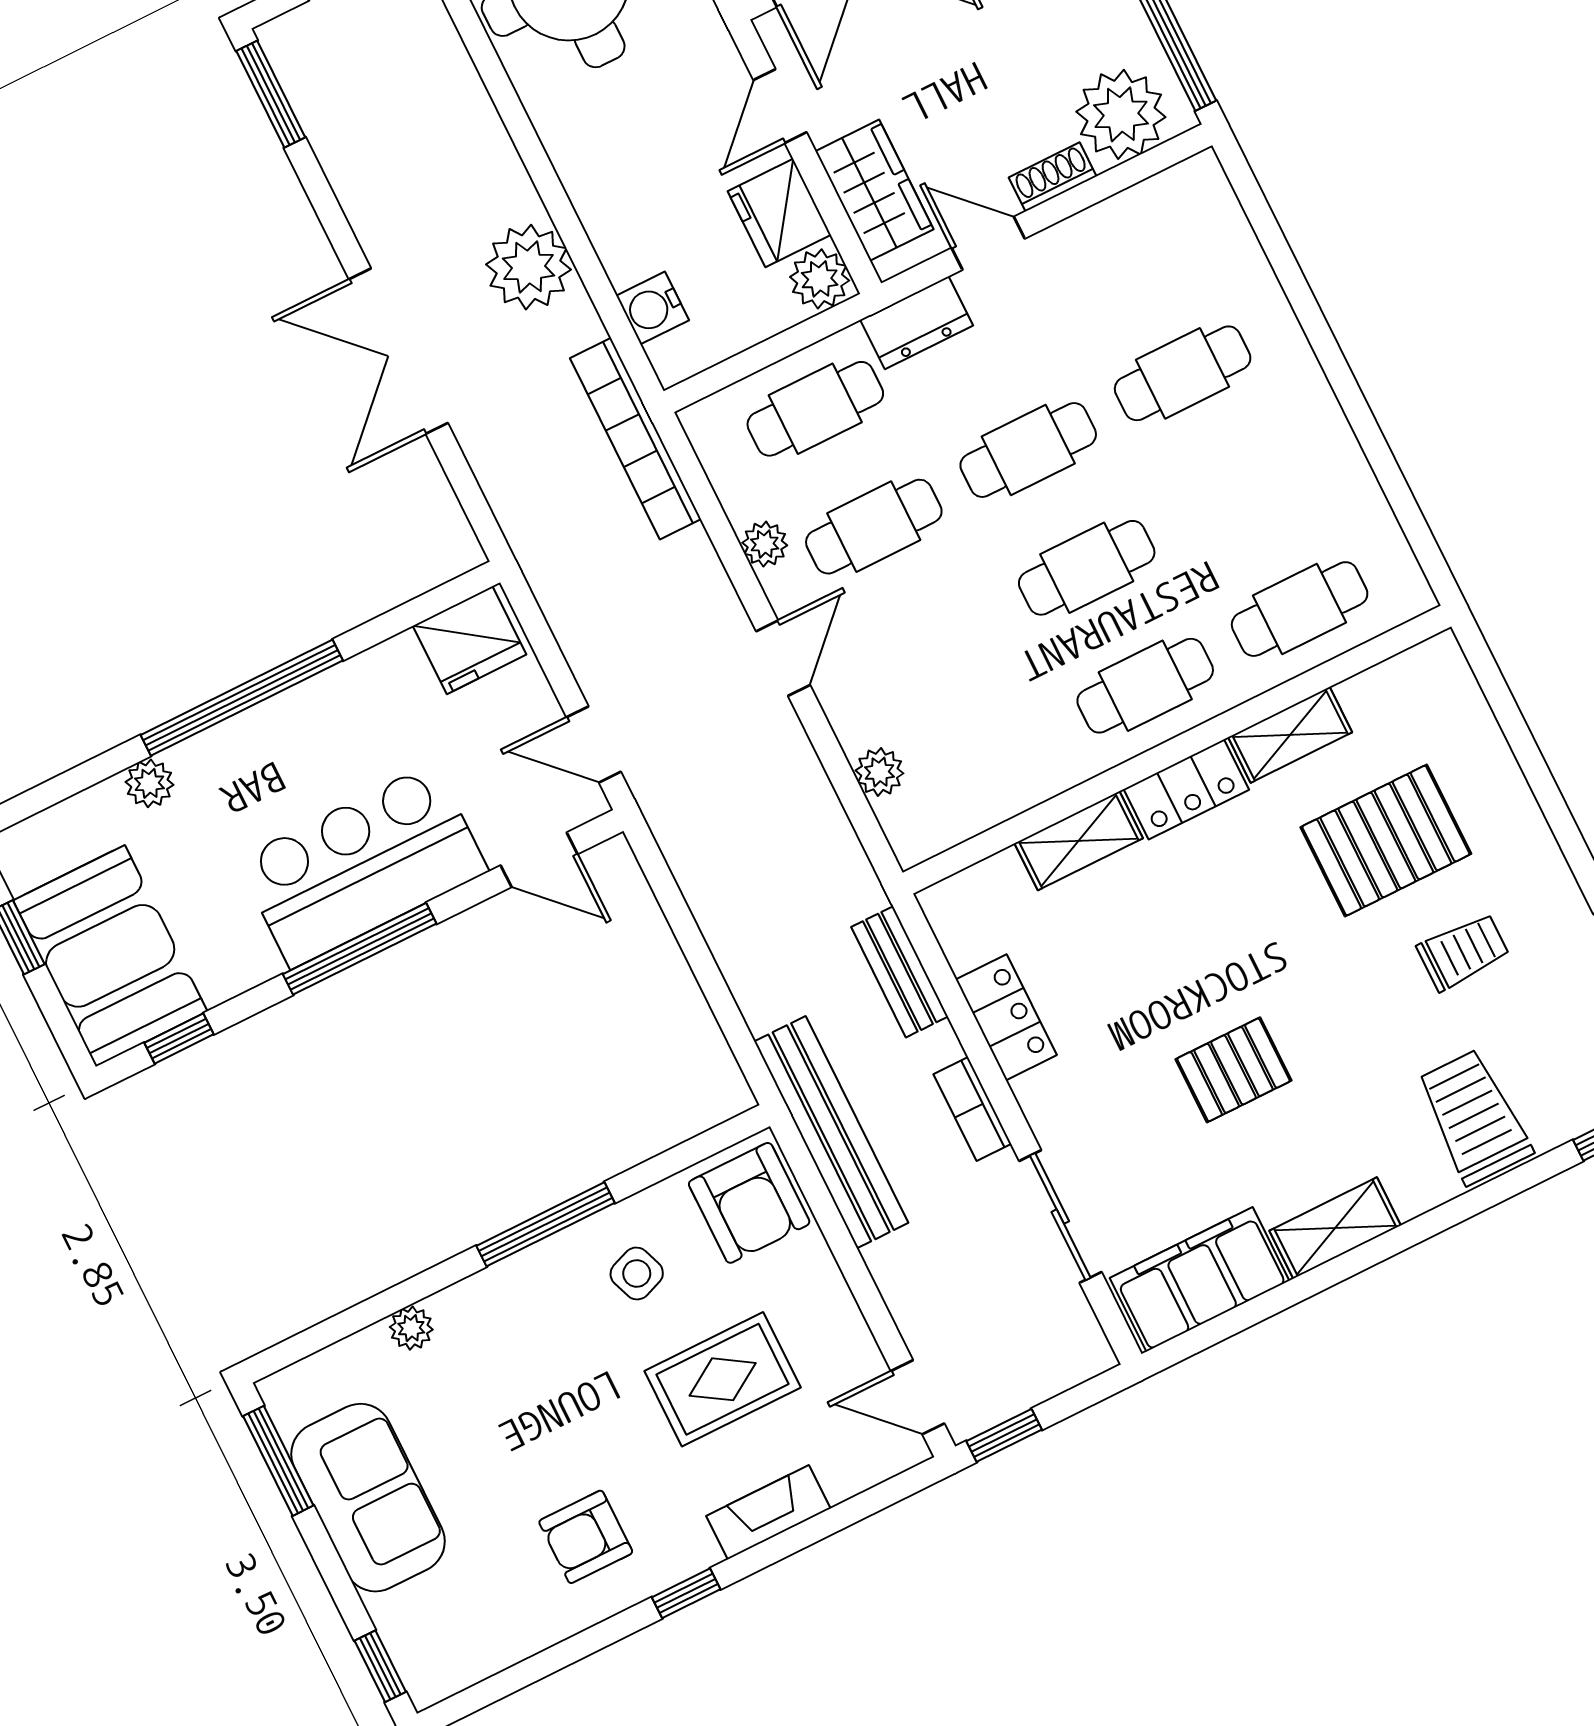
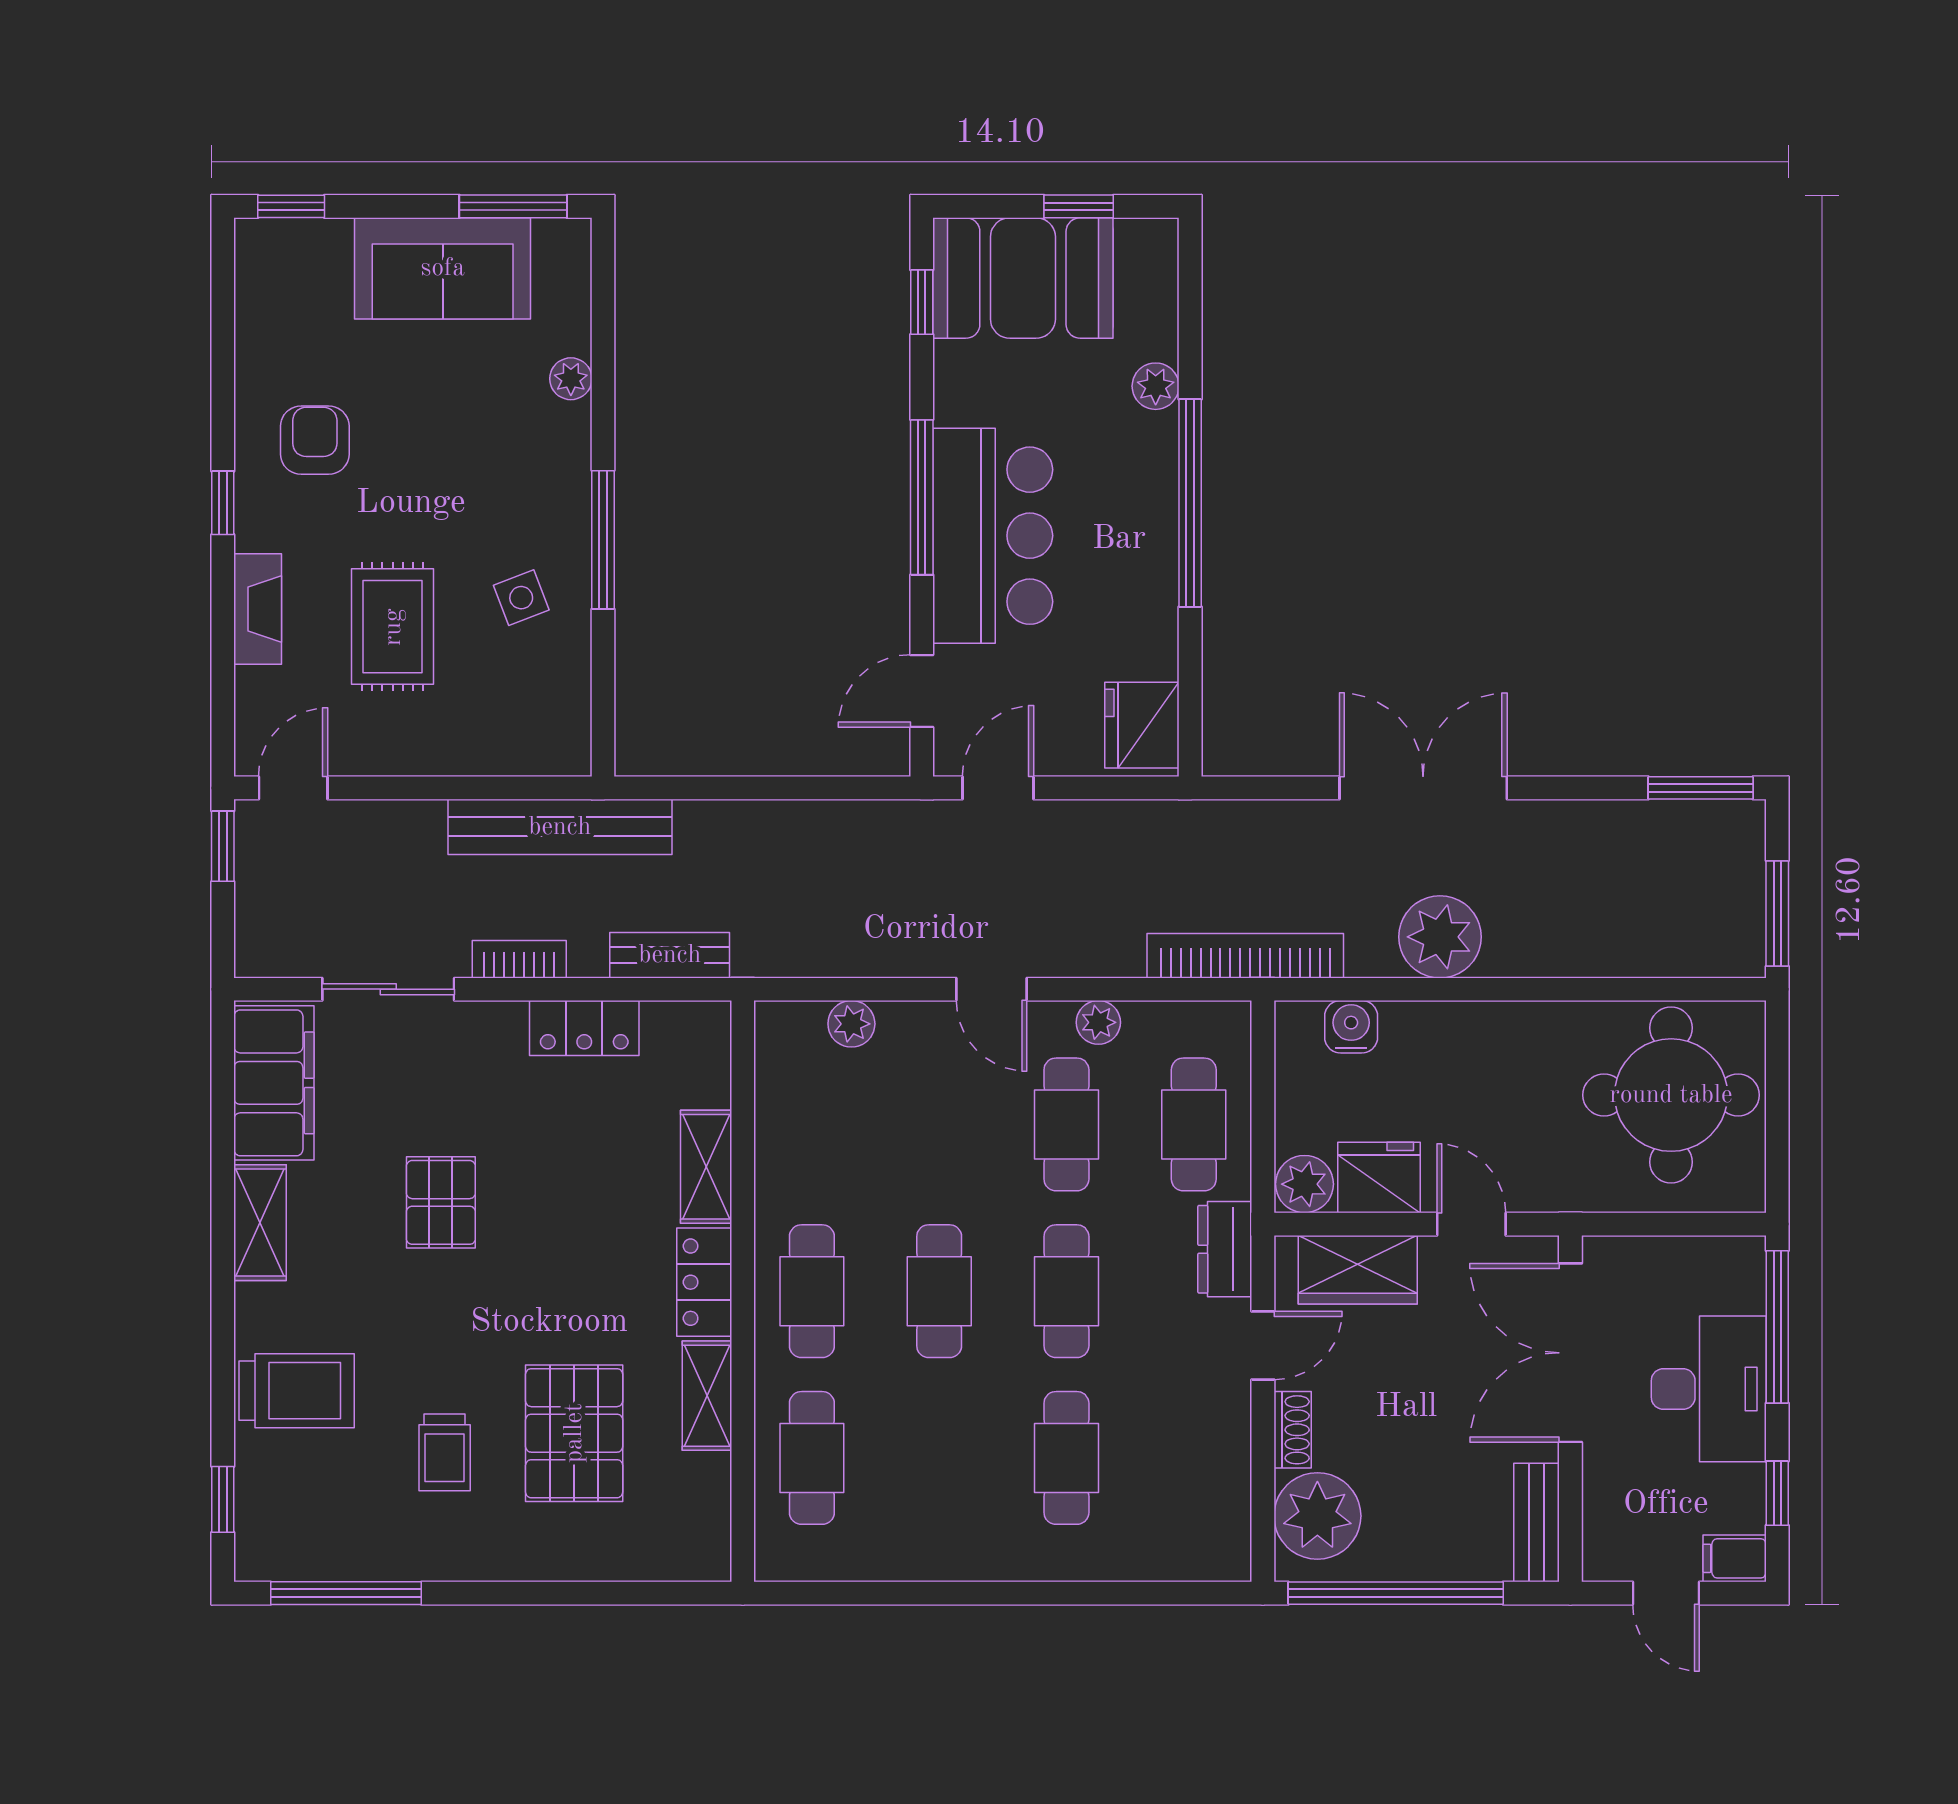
armchair: (749, 1203) -> (534, 725), removed

